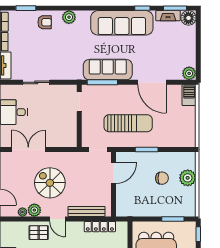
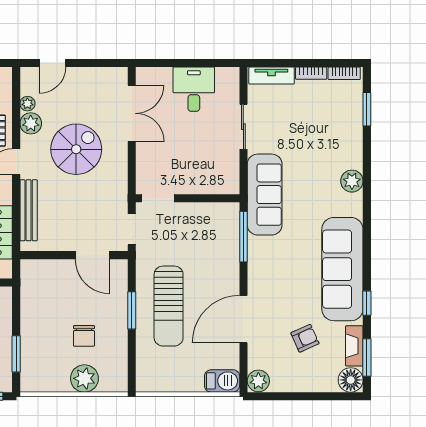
armchair: (45, 22) -> (305, 338), moved, turned -114
sofa: (108, 70) -> (265, 195), moved
doorway: (79, 102) -> (158, 198), moved
sun lounger: (128, 123) -> (169, 306), moved

